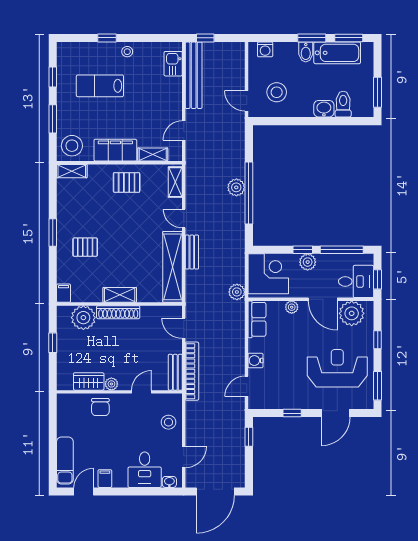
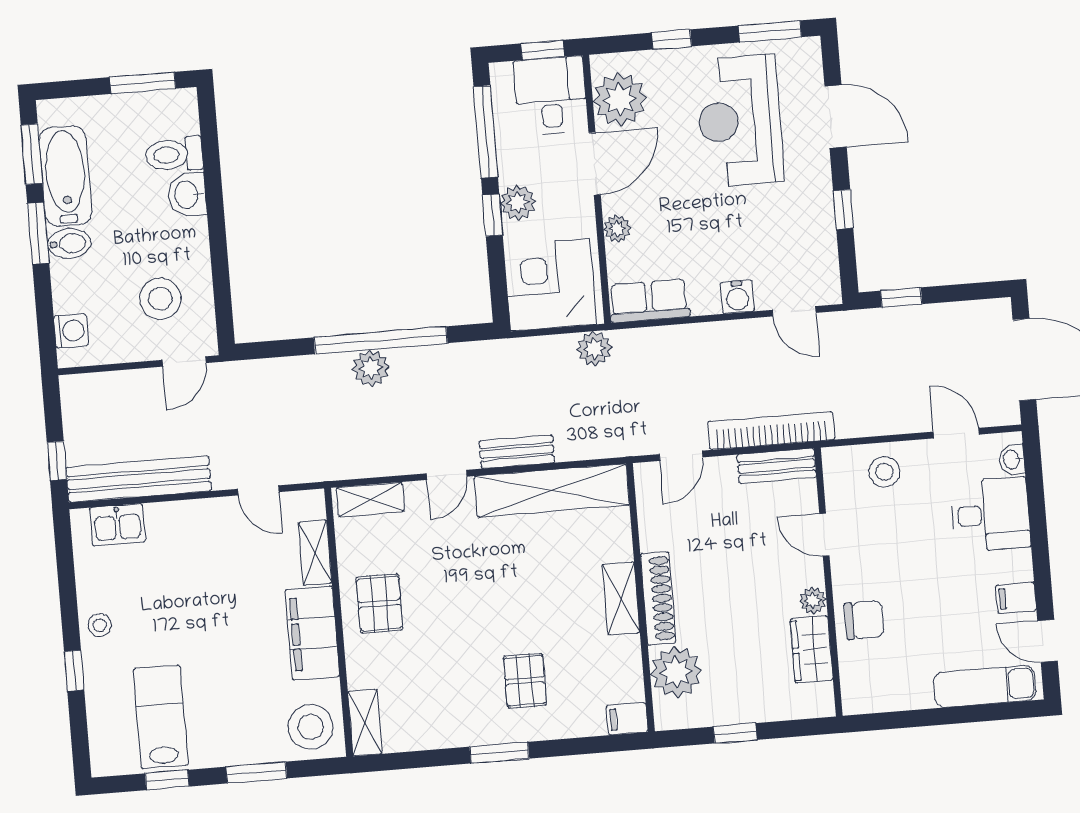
lab bench: (100, 86) -> (161, 717), moved, turned 180

